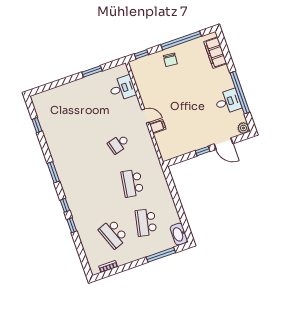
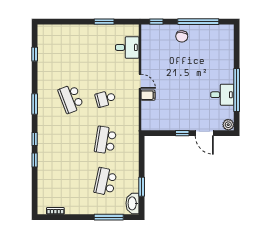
filing cabinet: (215, 53) -> (227, 44), removed
window: (182, 215) -> (142, 187), added
school desk: (113, 234) -> (71, 99), moved

